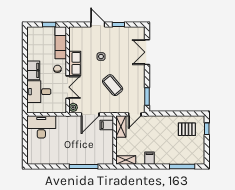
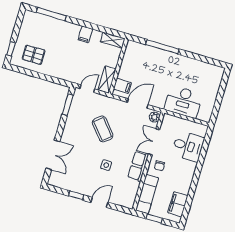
door: (98, 25) -> (99, 202), swing flipped
filing cabinet: (33, 70) -> (178, 204), moved
desk: (41, 127) -> (183, 102), moved

